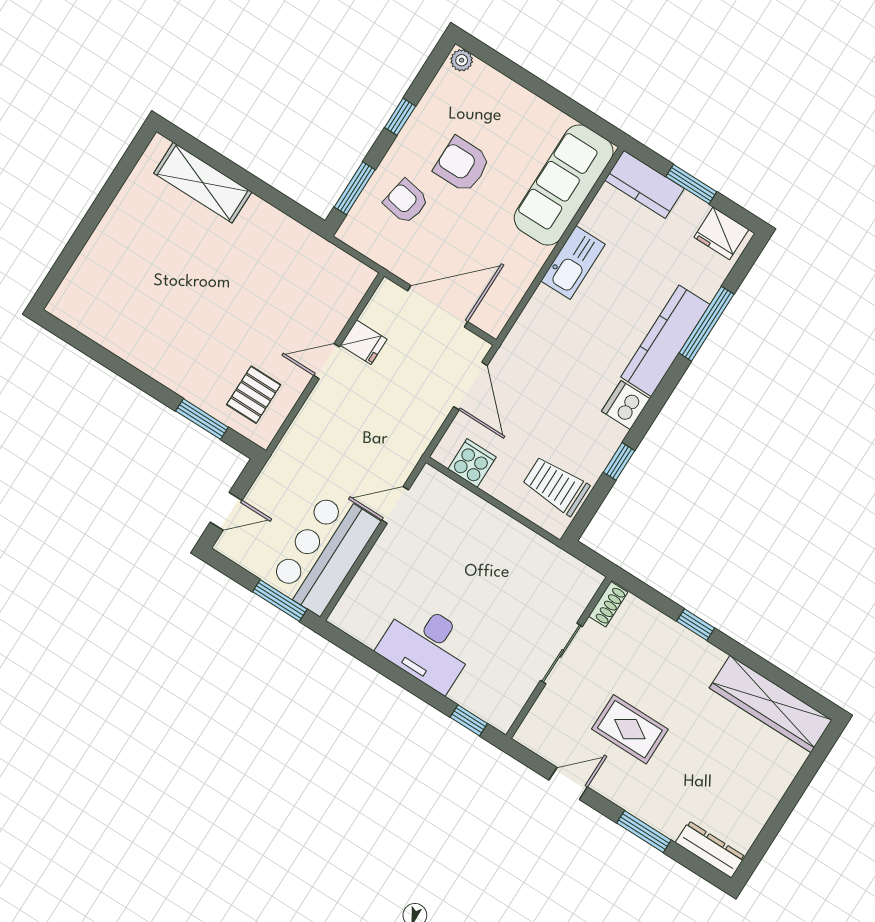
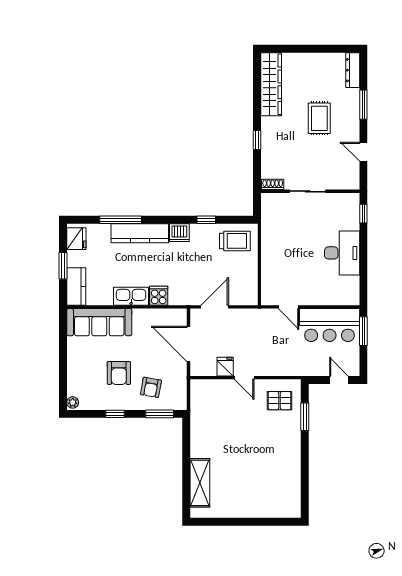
cooker: (472, 463) -> (159, 296), moved, turned 90
trolley: (556, 486) -> (235, 241), turned -90
rug: (630, 729) -> (319, 118), moved

